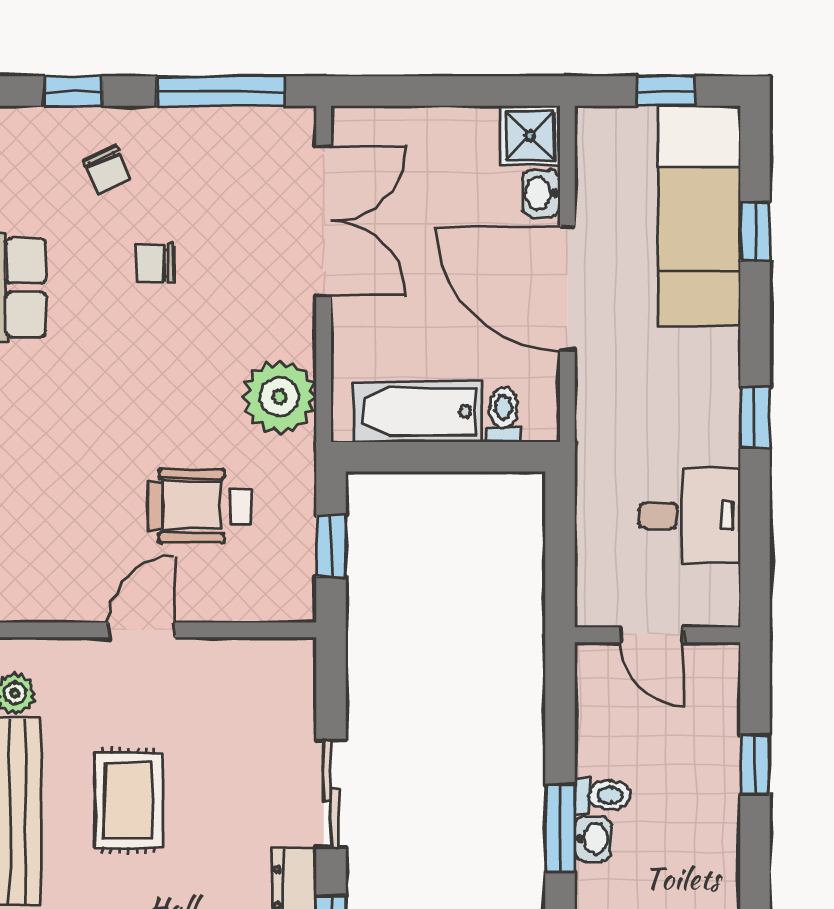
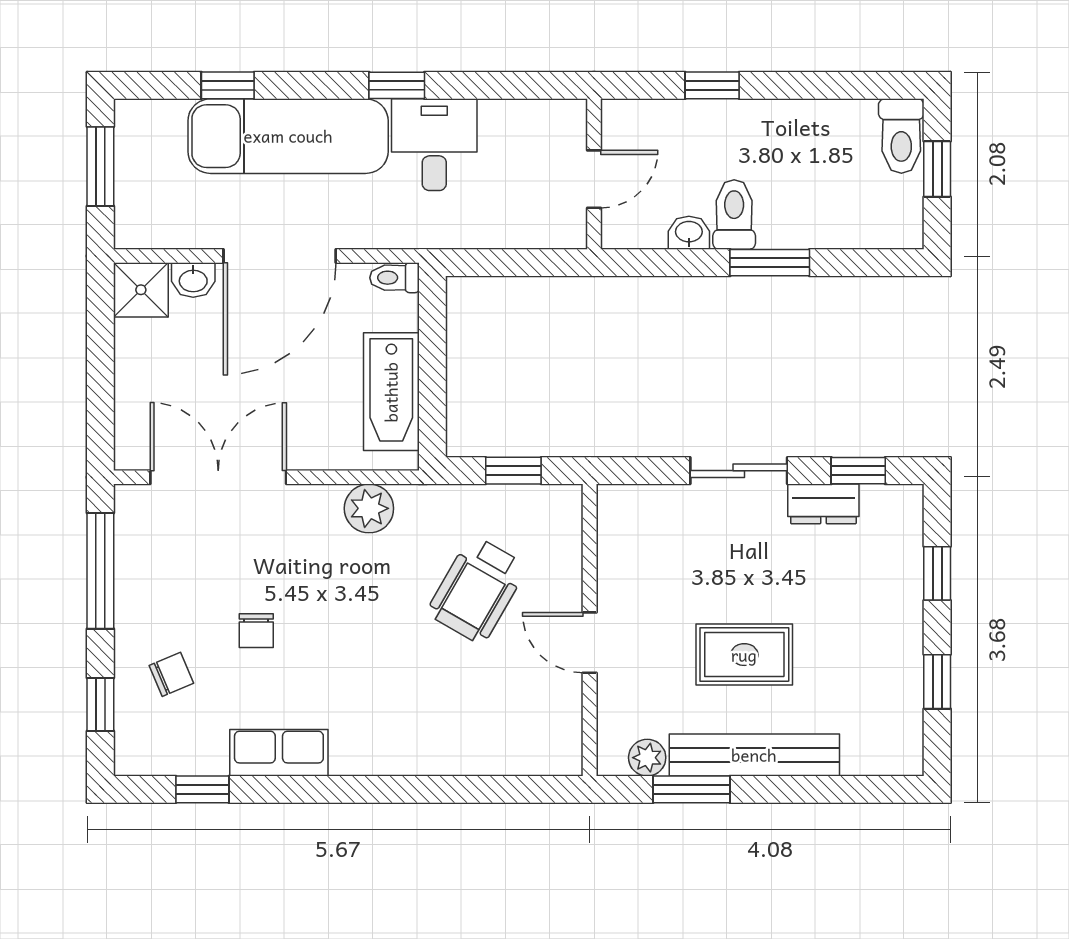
window: (666, 91) -> (100, 166), width x1.50
exam couch: (699, 216) -> (288, 136), moved
plant: (279, 397) -> (369, 508), width x0.73, depth x0.73
toilet: (503, 415) -> (395, 278), moved
wheelchair: (200, 506) -> (477, 590), turned 30
desk: (690, 516) -> (434, 145), moved
toilet: (602, 795) -> (734, 214), width x1.37, depth x1.39
washbasin: (593, 839) -> (689, 233), moved

